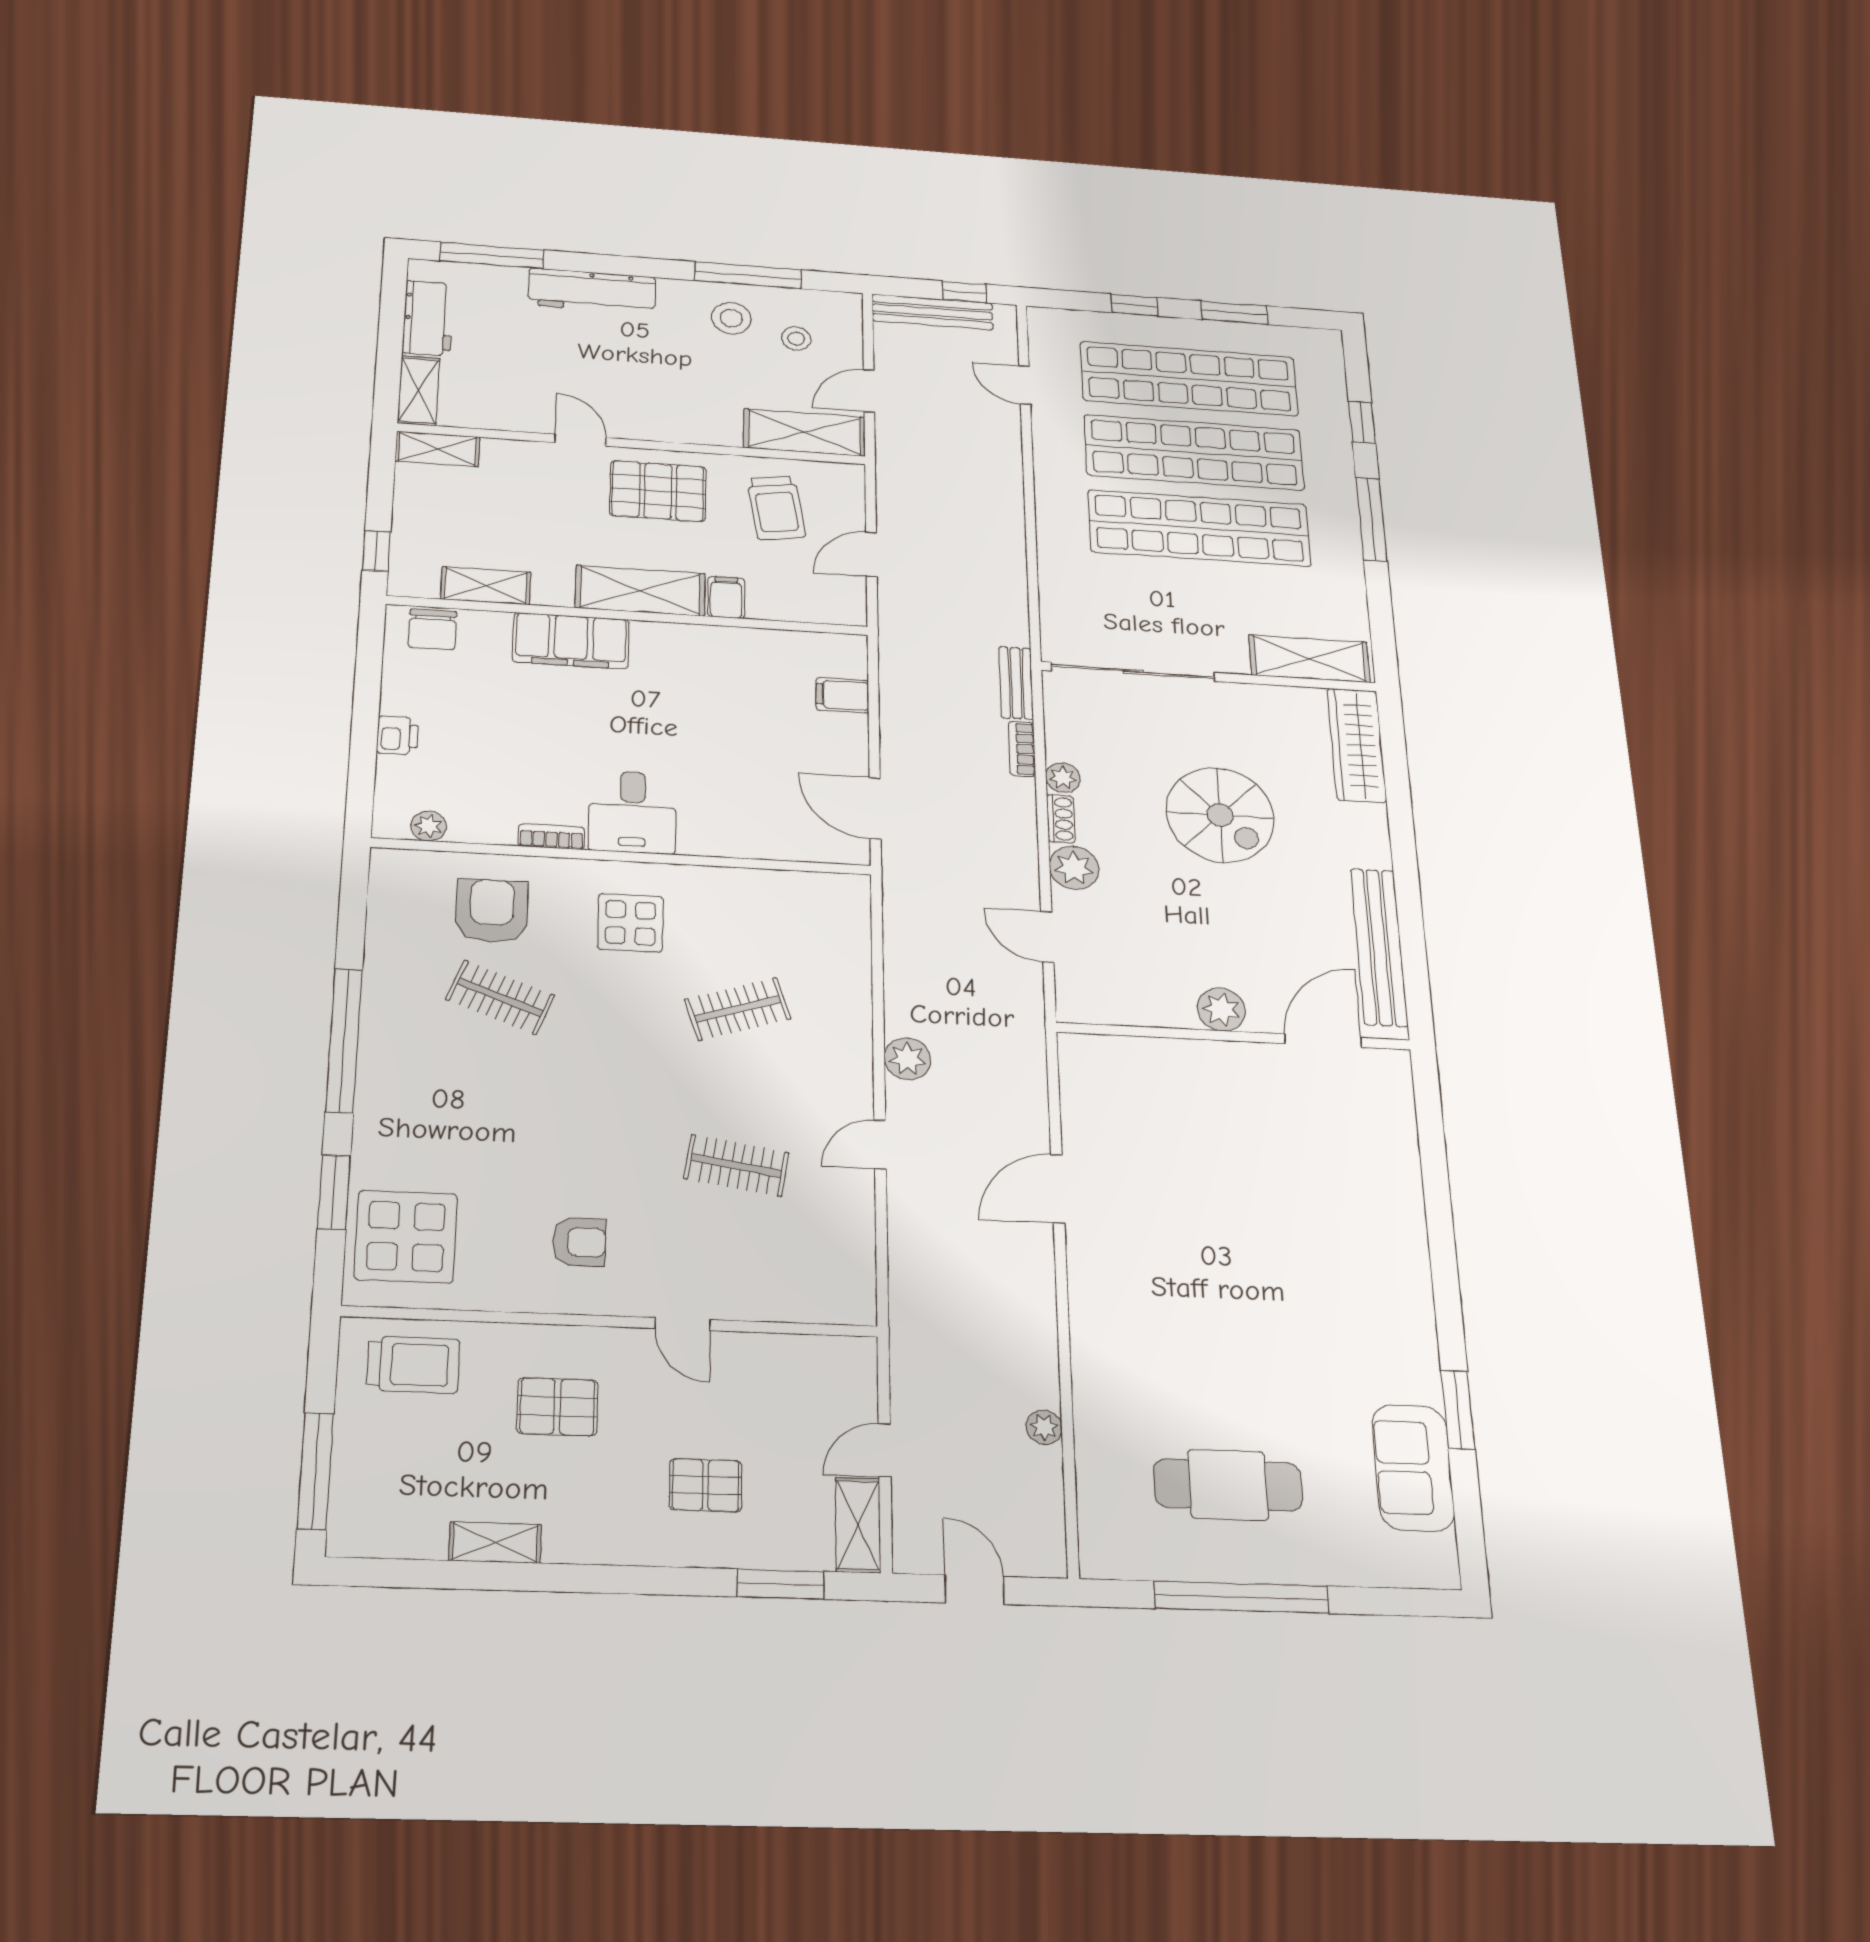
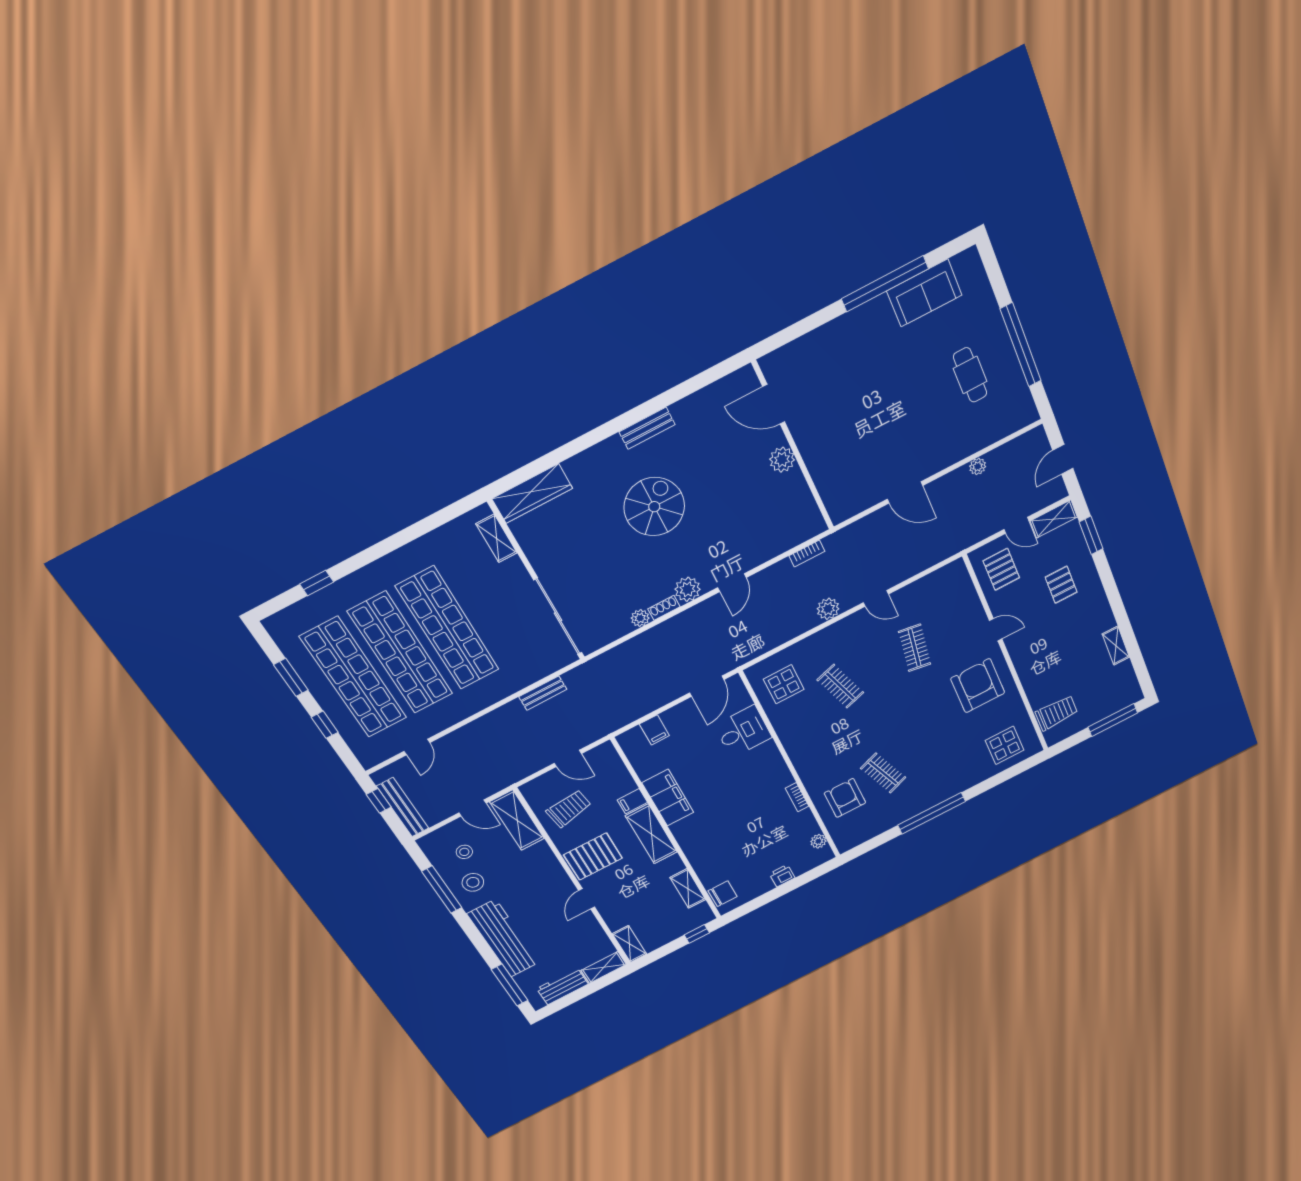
workbench: (592, 291) -> (503, 938), width x1.36, depth x1.32
pallet: (658, 491) -> (593, 857), turned 90
window: (1371, 519) -> (380, 550), removed
filing cabinet: (571, 641) -> (668, 798), moved
shelving: (1309, 659) -> (496, 538), width x0.67, depth x0.75
bench: (1016, 683) -> (543, 693), moved
bookcase: (1022, 749) -> (807, 553), moved
desk: (632, 812) -> (743, 731), moved
spiral stairs: (1220, 815) -> (654, 507), moved
armchair: (492, 911) -> (845, 798), turned 90
display table: (630, 923) -> (784, 684), moved
bench: (1379, 947) -> (647, 428), width x0.54, depth x0.82
clothes rail: (500, 997) -> (883, 773), turned -42
plant: (1221, 1009) -> (782, 460), moved
wall: (1234, 1036) -> (794, 447), moved
door: (1323, 1041) -> (774, 404), moved
door: (1058, 1189) -> (905, 492), moved
window: (334, 1192) -> (998, 779), removed
display table: (406, 1236) -> (1005, 745), width x0.73, depth x0.73
armchair: (579, 1242) -> (978, 686), width x1.88, depth x1.88
door: (683, 1324) -> (996, 630), hinge flipped
trolley: (413, 1365) -> (1056, 713), turned 90
pallet: (557, 1407) -> (1001, 569), moved
window: (1458, 1410) -> (885, 284), width x2.11
cafe table: (1228, 1485) -> (970, 375), width x0.73, depth x0.74

